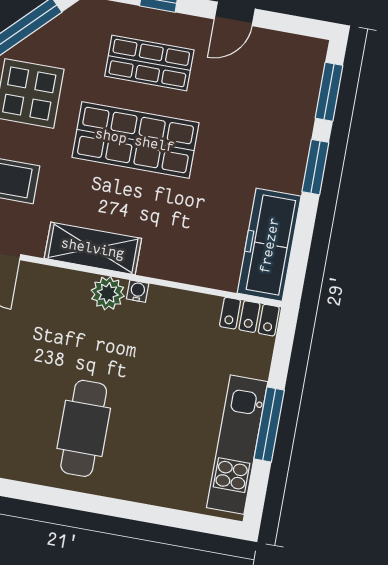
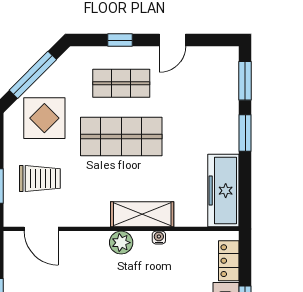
shelving: (93, 248) -> (142, 214), moved
water cooler: (138, 291) -> (159, 238), moved
locker: (249, 317) -> (229, 261), moved, turned 90

